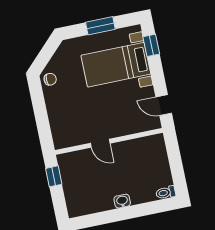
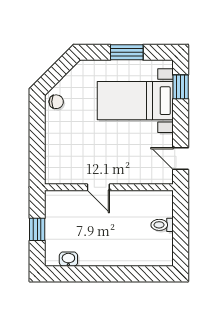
window: (54, 176) -> (37, 229), moved
toilet: (166, 193) -> (162, 225), moved
washbasin: (122, 201) -> (68, 259), moved

